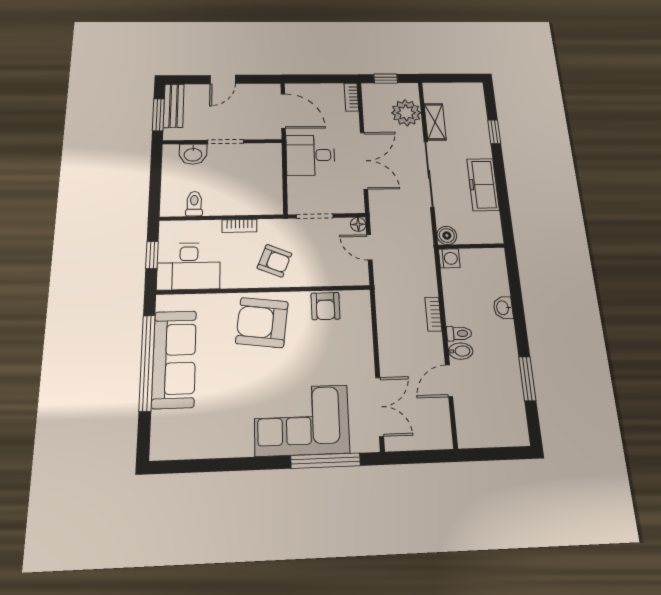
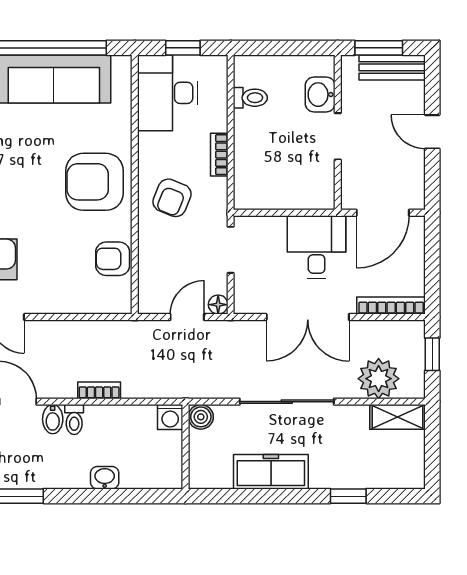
bookcase: (351, 97) -> (391, 305), width x1.56
shelving: (435, 122) -> (398, 417), moved
armchair: (262, 322) -> (95, 182), turned -97

